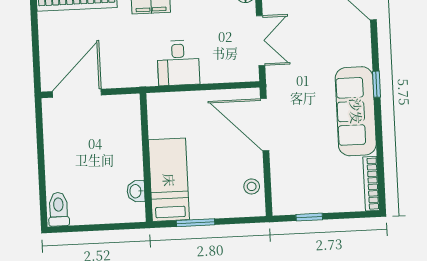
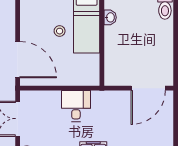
stool: (252, 186) -> (60, 31), moved

